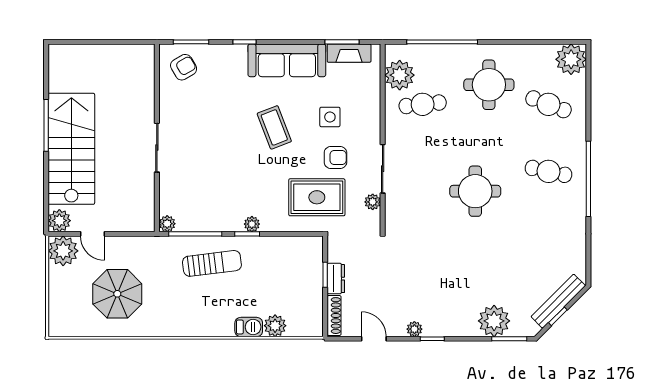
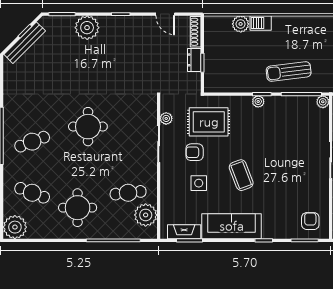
armchair: (184, 67) -> (310, 221), turned 120
cafe table: (549, 171) -> (32, 142), turned -33
plant: (494, 321) -> (87, 28), moved
plant: (414, 329) -> (134, 21), removed

